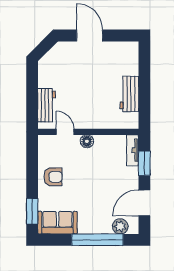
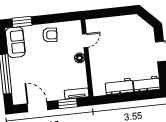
workbench: (47, 105) -> (147, 84), moved, turned 180
armchair: (53, 177) -> (50, 35), turned -86
plant: (120, 226) -> (18, 90), removed

